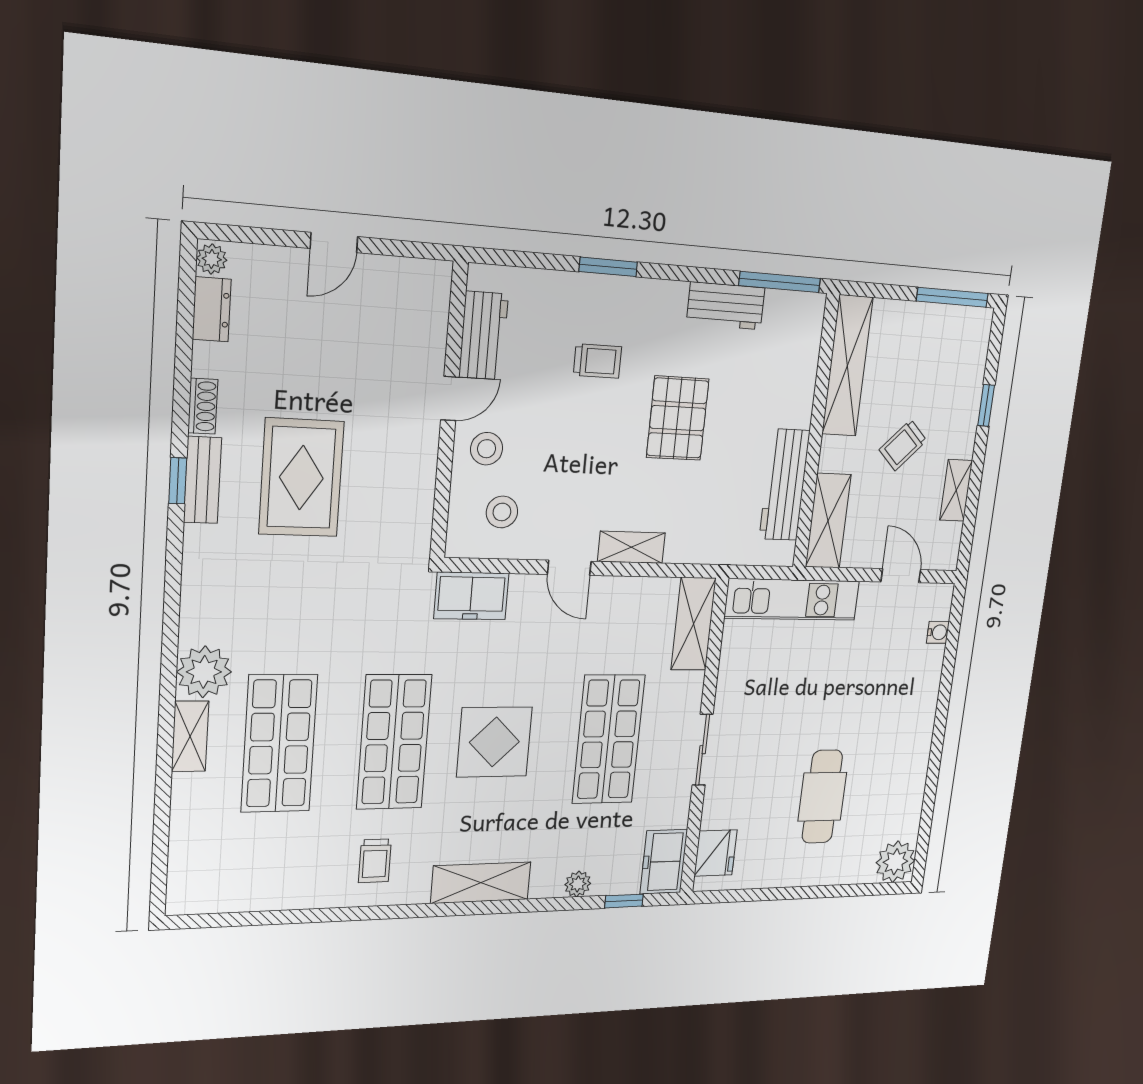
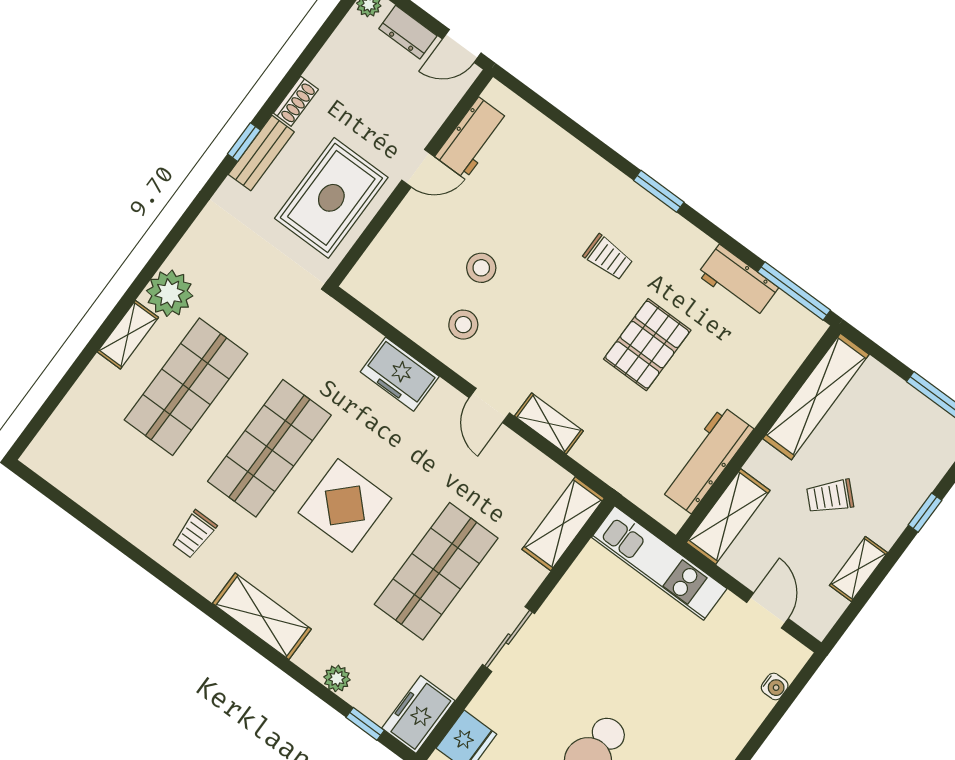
dresser: (212, 309) -> (408, 32), moved, turned 90
workbench: (483, 336) -> (472, 138), moved
door: (450, 398) -> (418, 168), moved
wall: (449, 412) -> (411, 178), moved

